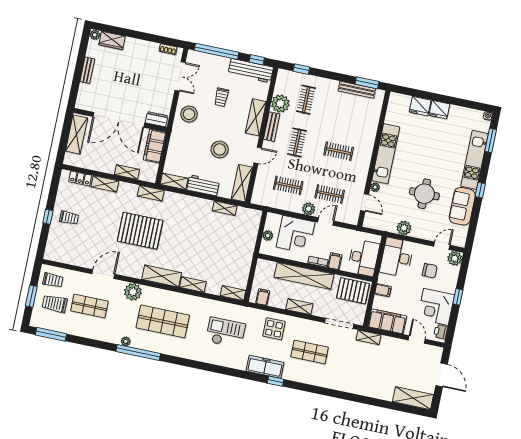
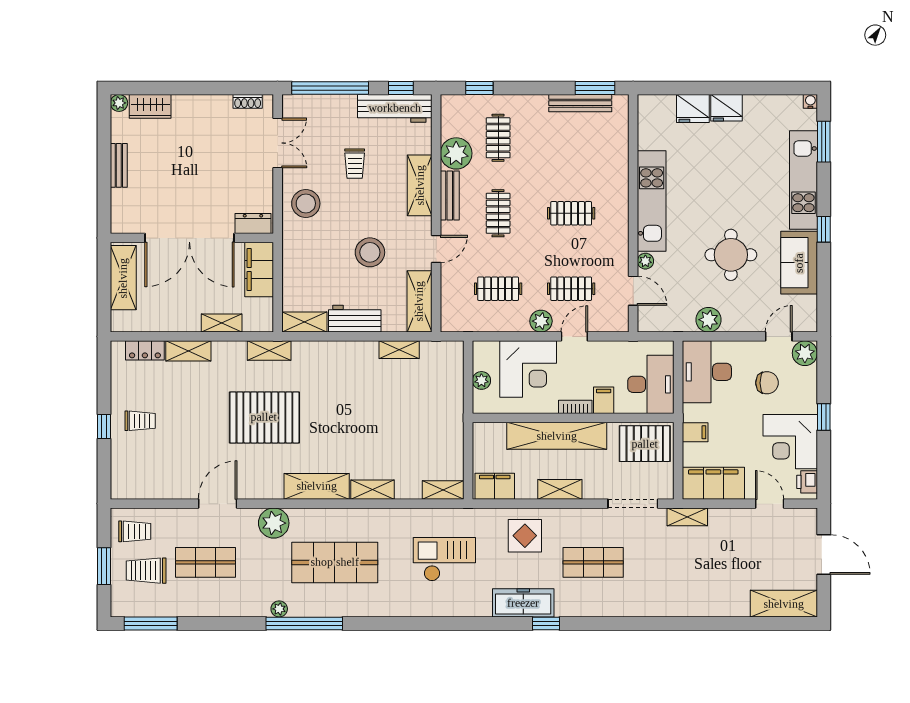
filing cabinet: (263, 297) -> (495, 486), width x2.00

